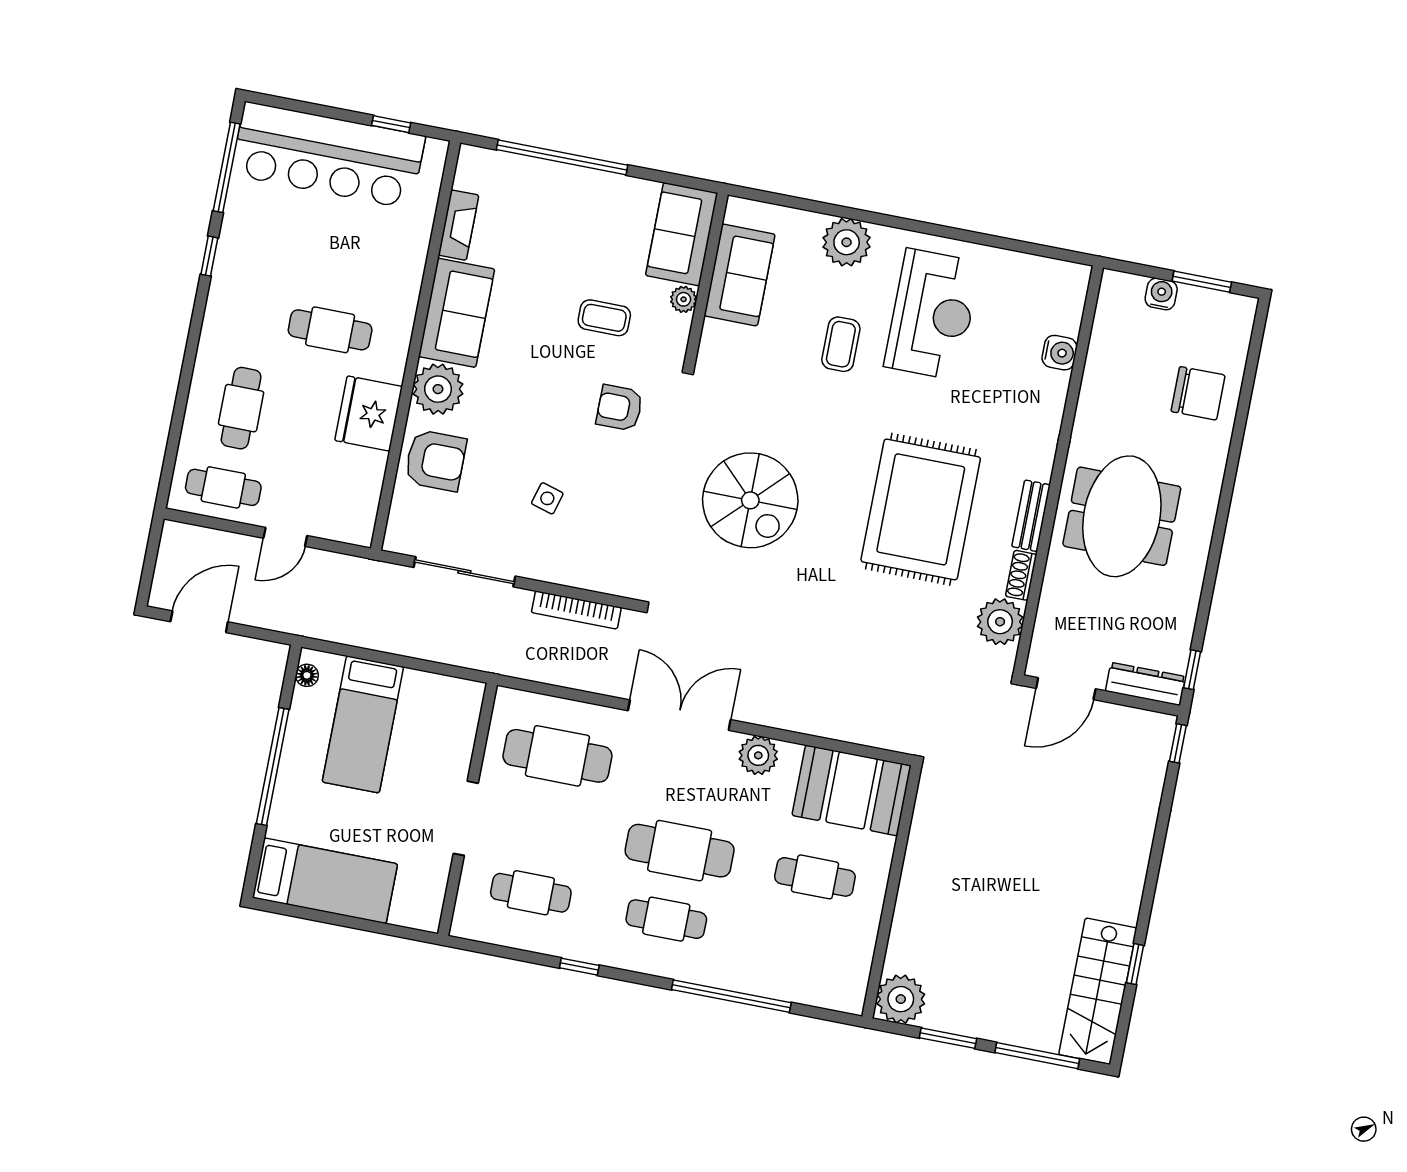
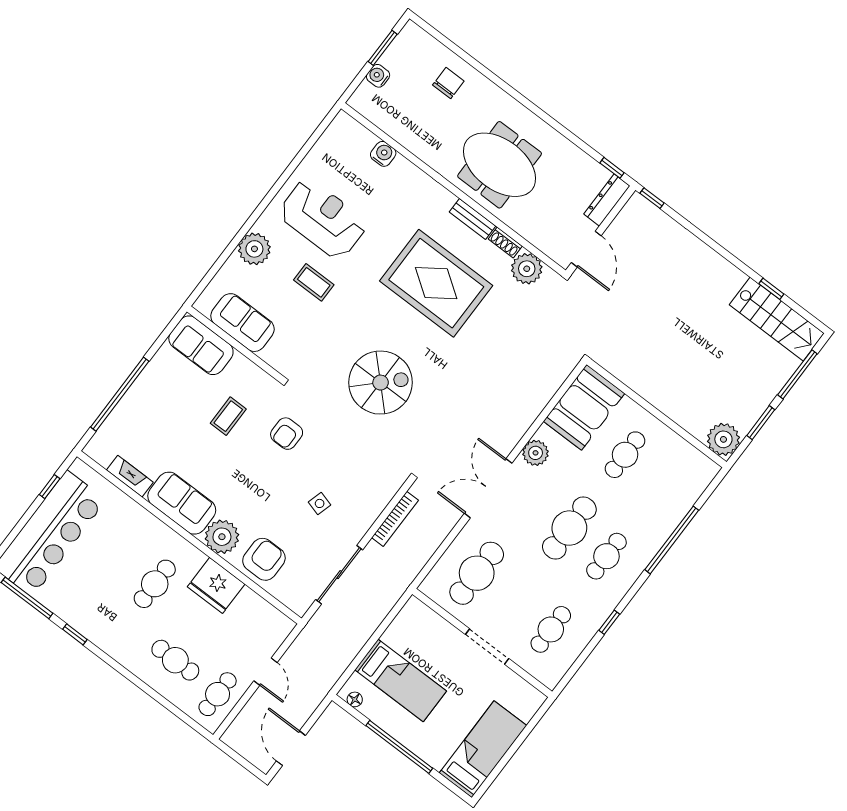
plant: (684, 299) -> (241, 363), removed
chair: (1198, 393) -> (448, 83), width x0.73, depth x0.73

